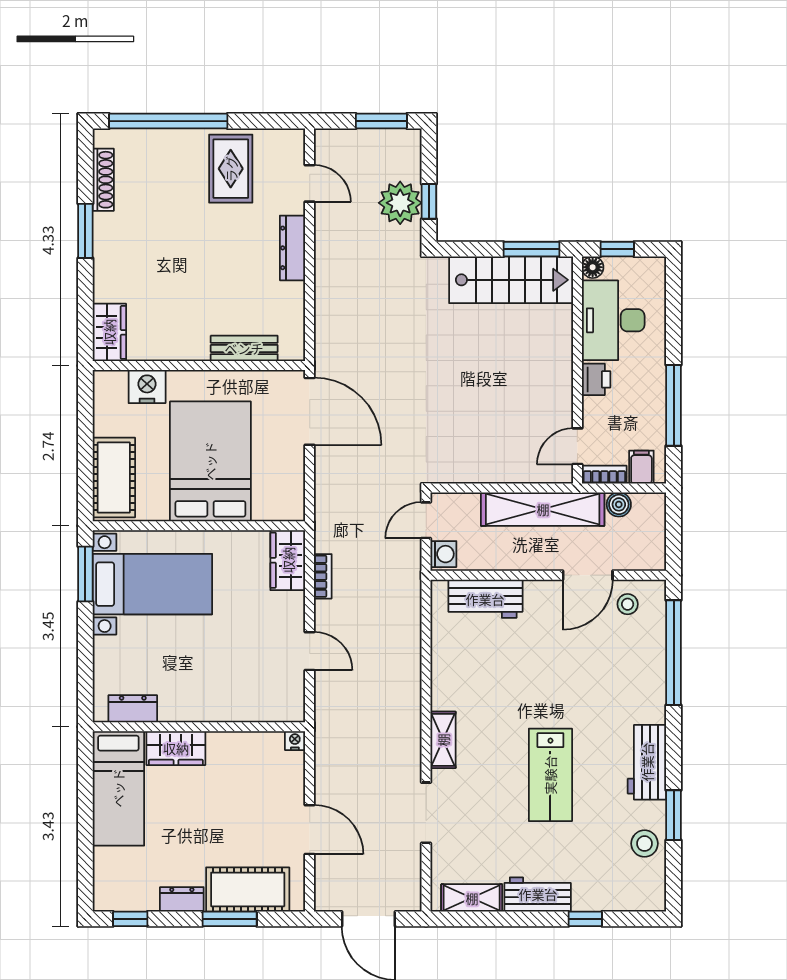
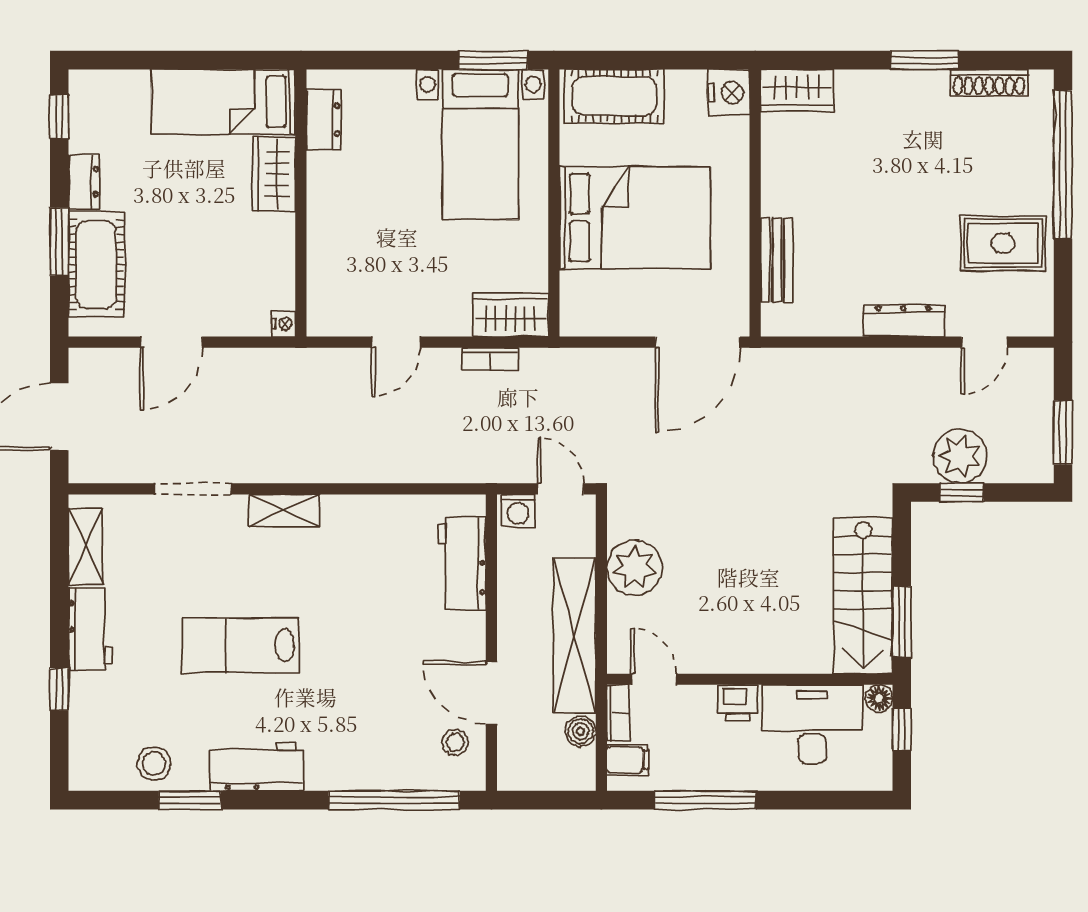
nightstand: (147, 387) -> (729, 93), moved
plant: (489, 462) -> (634, 568), added

